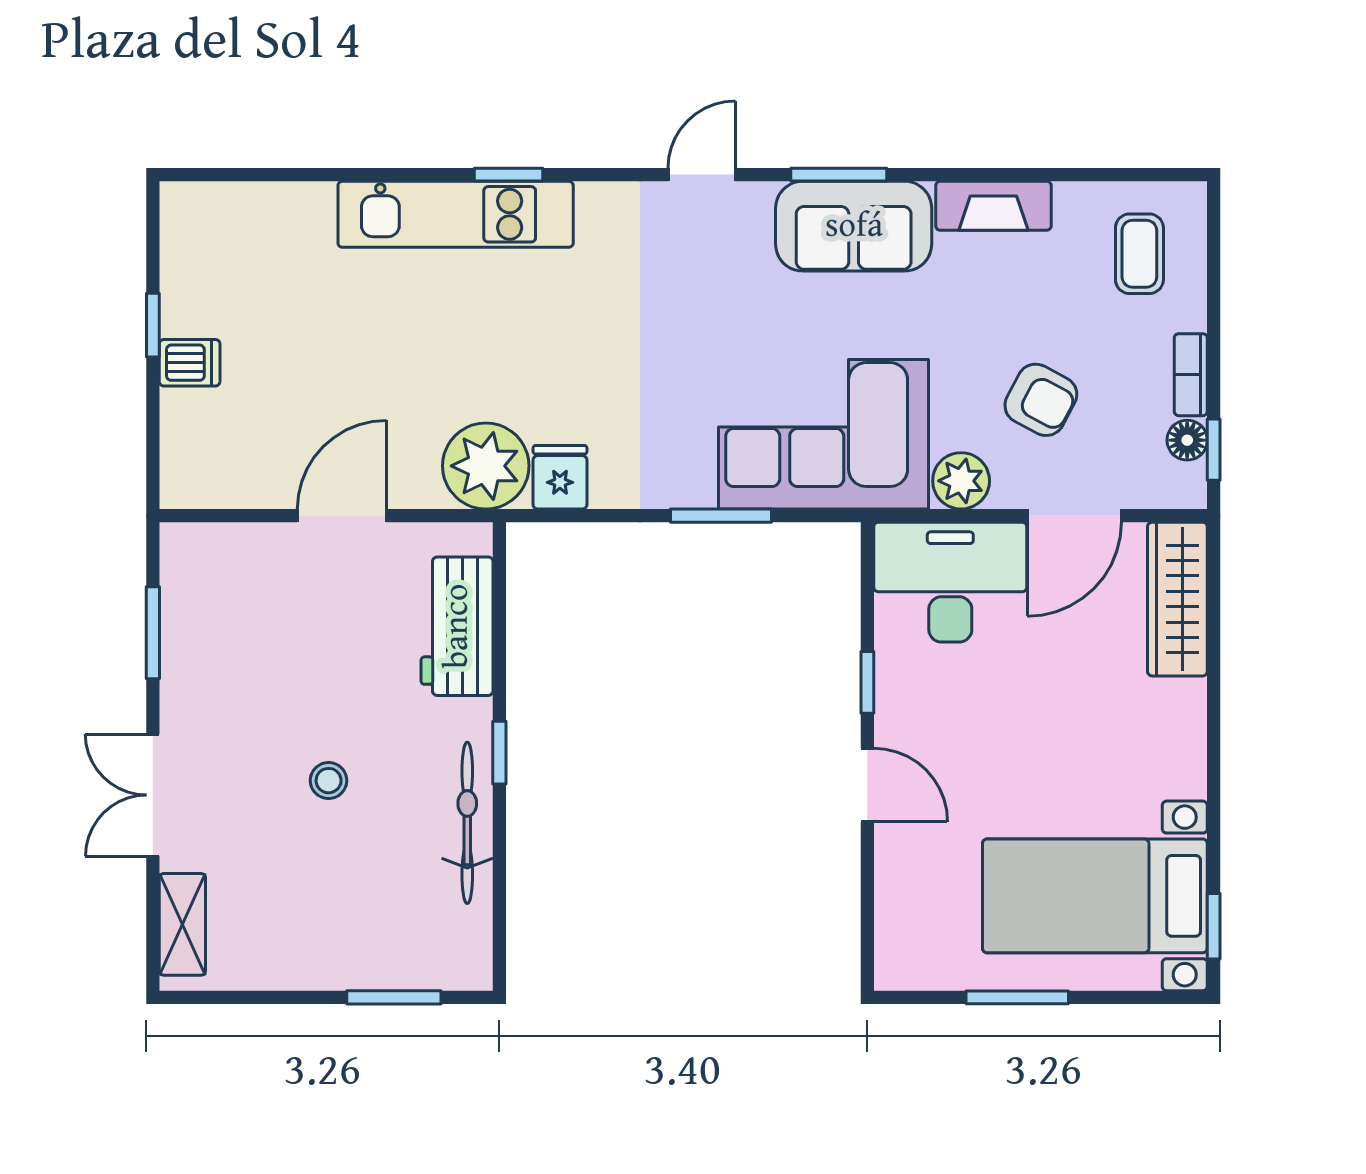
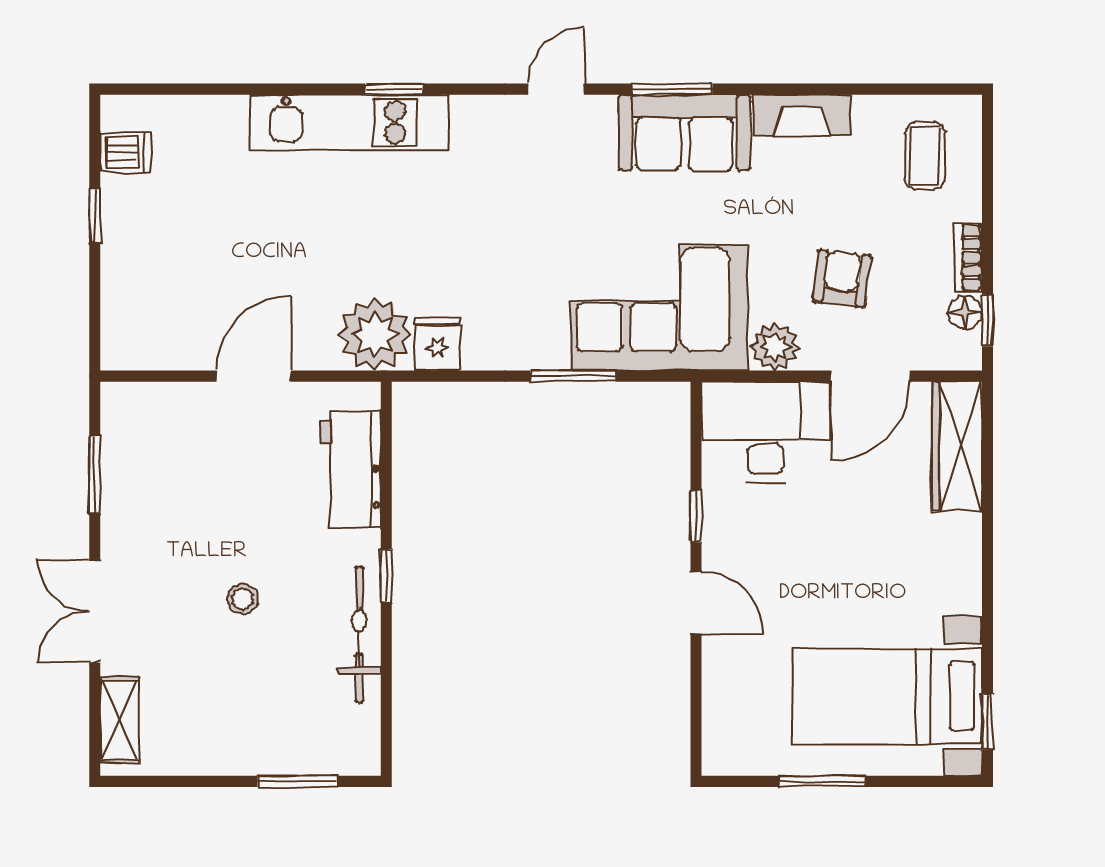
dishwasher: (190, 363) -> (126, 152), moved
armchair: (1041, 400) -> (842, 279), turned -111

